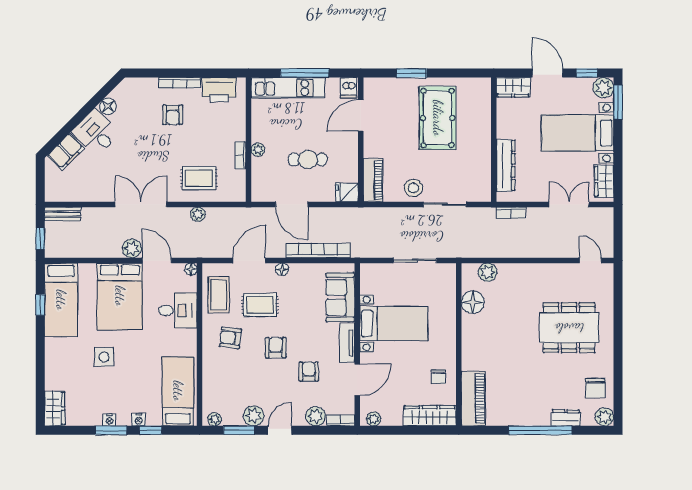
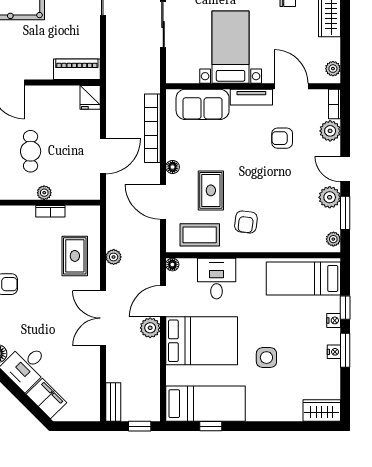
cafe table: (308, 159) -> (31, 151), moved
stool: (413, 188) -> (85, 26), removed
armchair: (276, 348) -> (257, 174), removed

